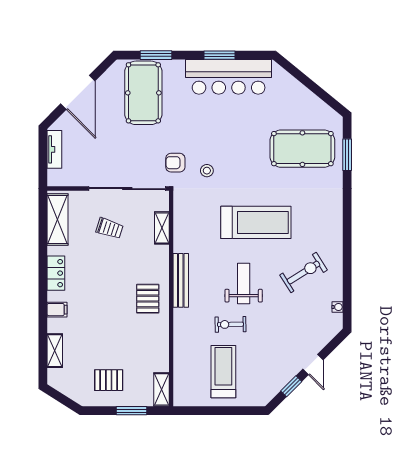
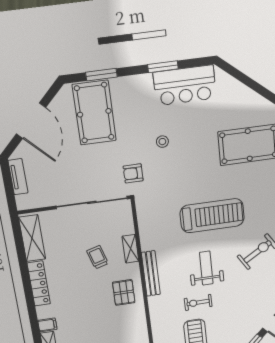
bar counter: (229, 77) -> (185, 85), width x0.73
stool: (207, 171) -> (162, 142), moved
trolley: (109, 228) -> (98, 257), moved, turned -124
shelving: (162, 228) -> (130, 249), moved
locker: (56, 273) -> (39, 284), width x1.53
filing cabinet: (57, 310) -> (47, 325), moved

